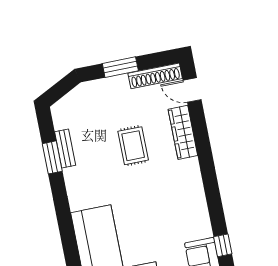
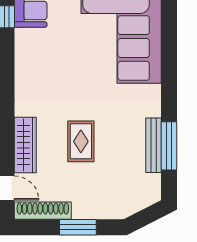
bench: (65, 149) -> (154, 145), width x1.36
window: (52, 157) -> (169, 146), width x1.44

